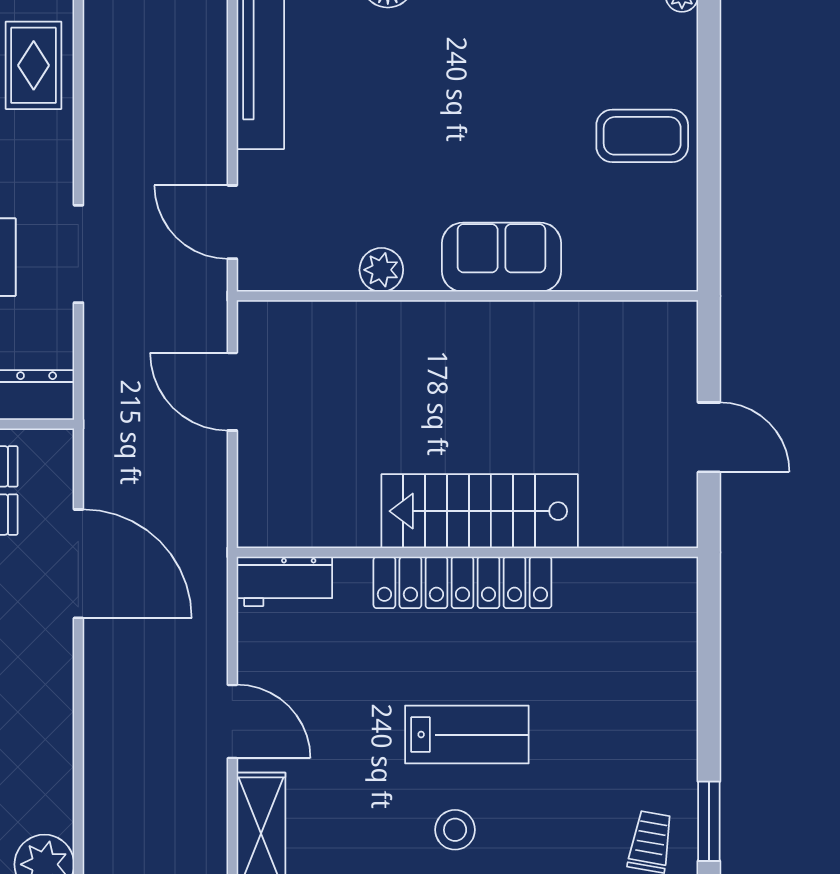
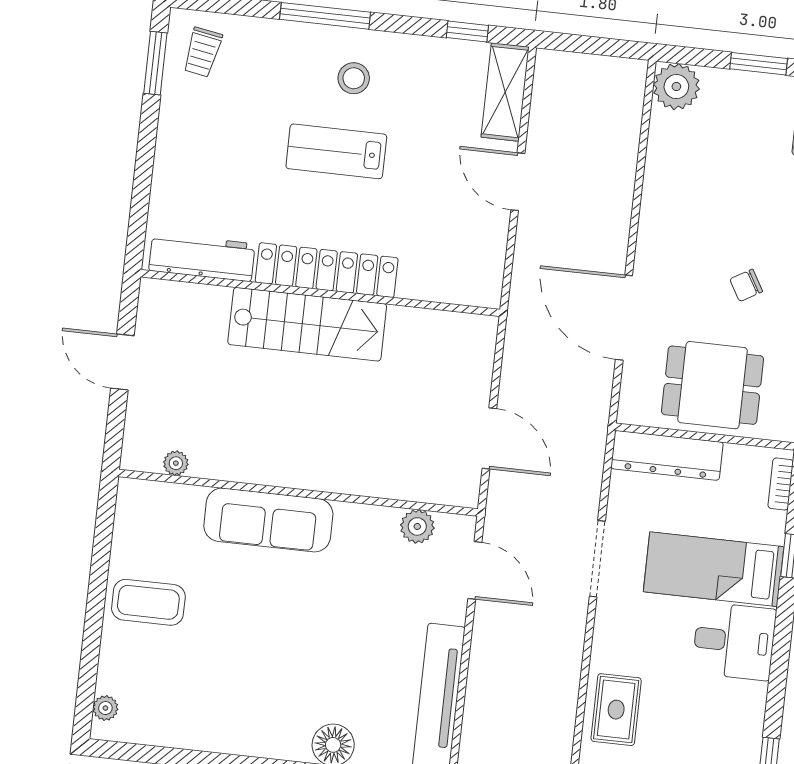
sofa: (501, 257) -> (268, 520), width x1.36
plant: (381, 270) -> (417, 526), moved
plant: (627, 316) -> (176, 463), added
workbench: (284, 581) -> (202, 257), moved, width x1.38

